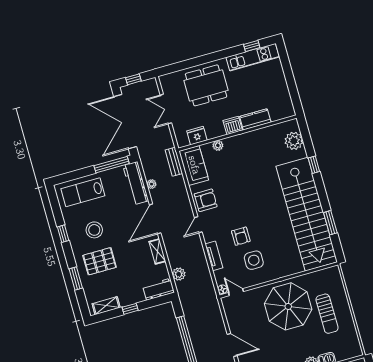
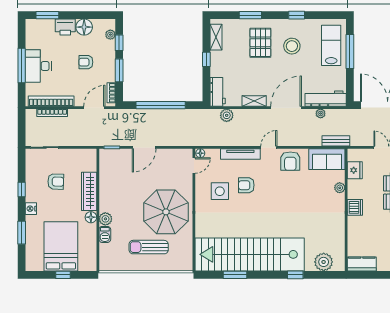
kitchen counter: (255, 119) -> (362, 264), moved, turned -90
window: (112, 165) -> (350, 51), moved
door: (155, 219) -> (286, 108), hinge flipped
door: (198, 225) -> (269, 147), hinge flipped
tv unit: (214, 256) -> (240, 154), width x1.41

